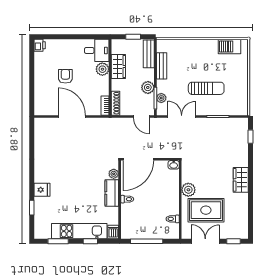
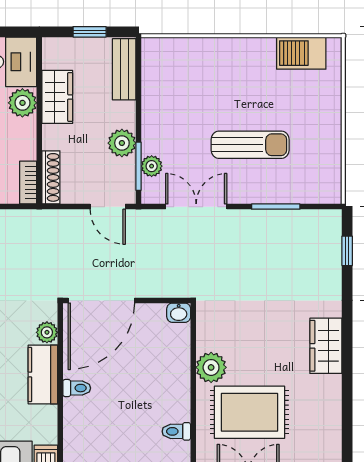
bench: (162, 66) -> (152, 96), removed

